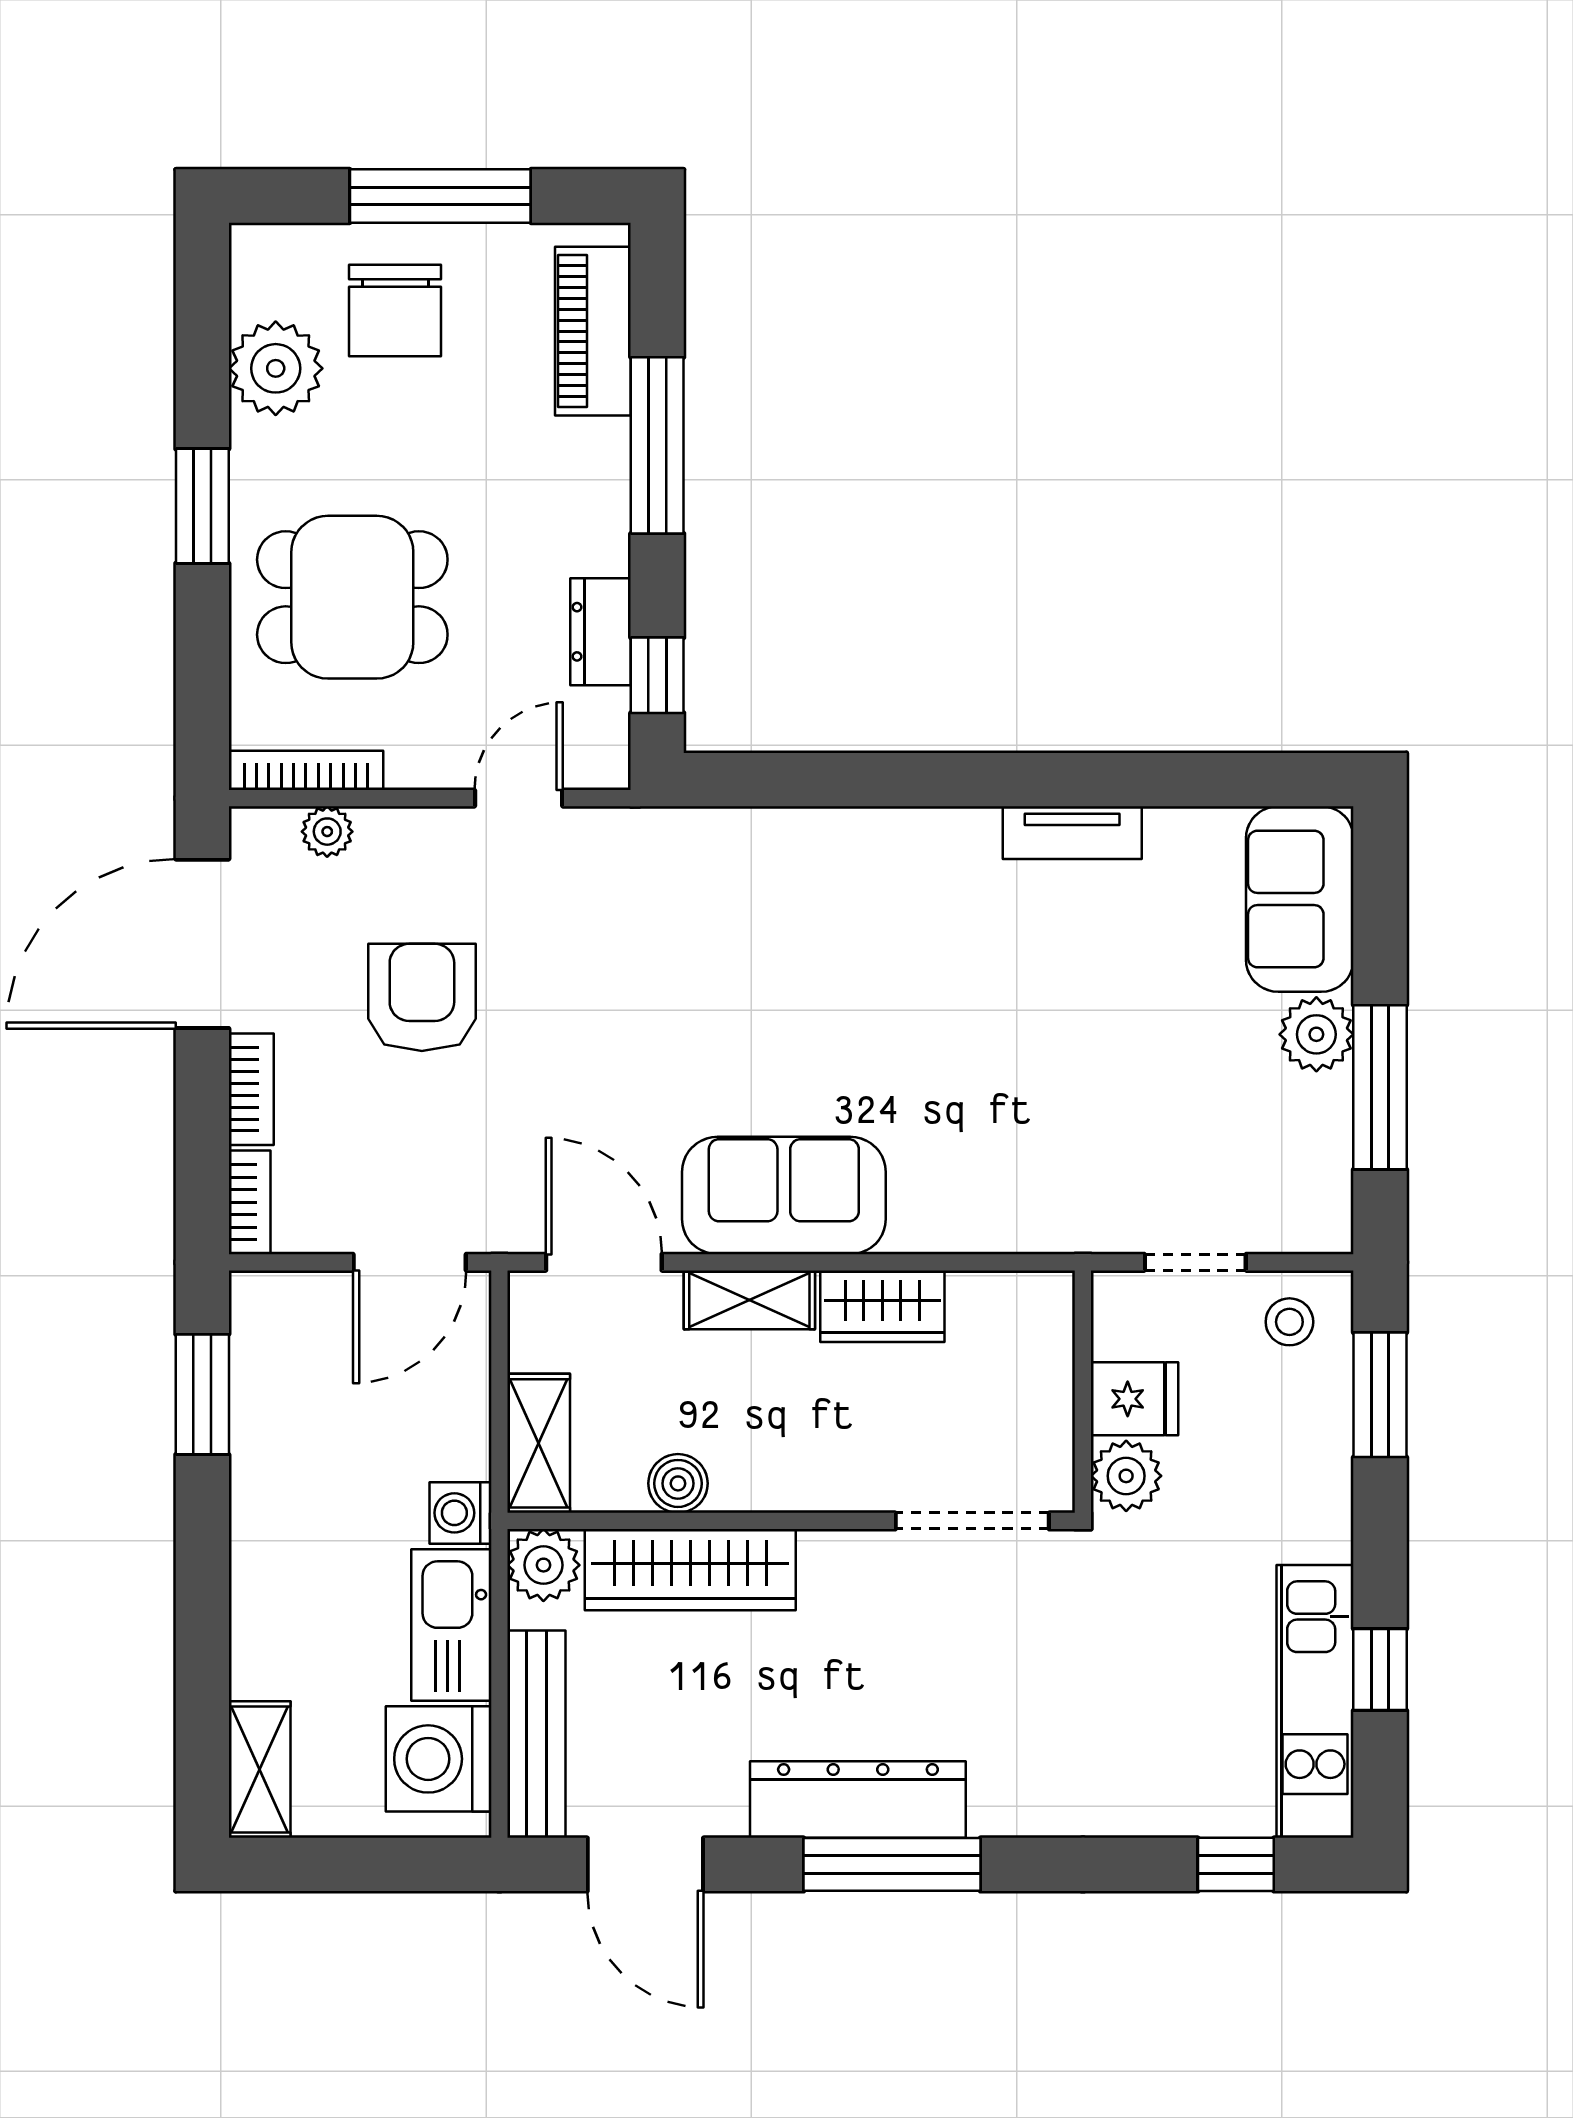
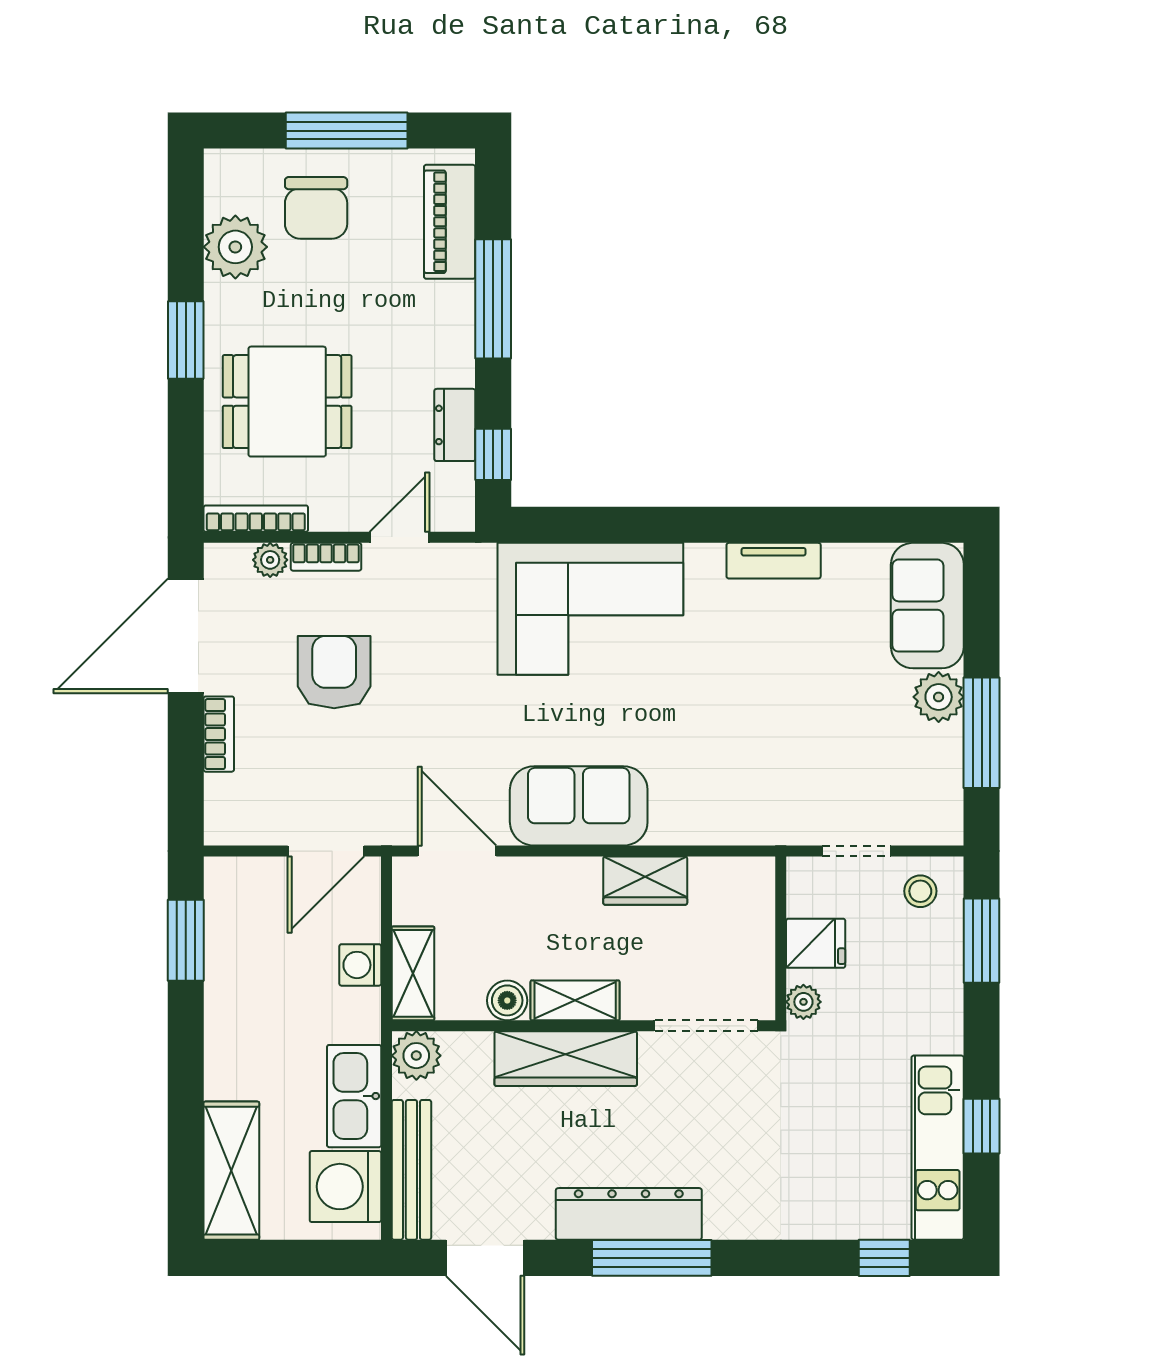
corner sofa: (801, 904) -> (590, 609), added
bookcase: (250, 1202) -> (326, 557), moved, turned 90
shelving: (749, 1300) -> (575, 1000), moved
plant: (1126, 1476) -> (803, 1002), width x0.73, depth x0.73
washing machine: (461, 1513) -> (360, 965), moved
wardrobe: (690, 1570) -> (566, 1059), moved
shelving: (260, 1770) -> (231, 1171), width x1.50, depth x1.33

